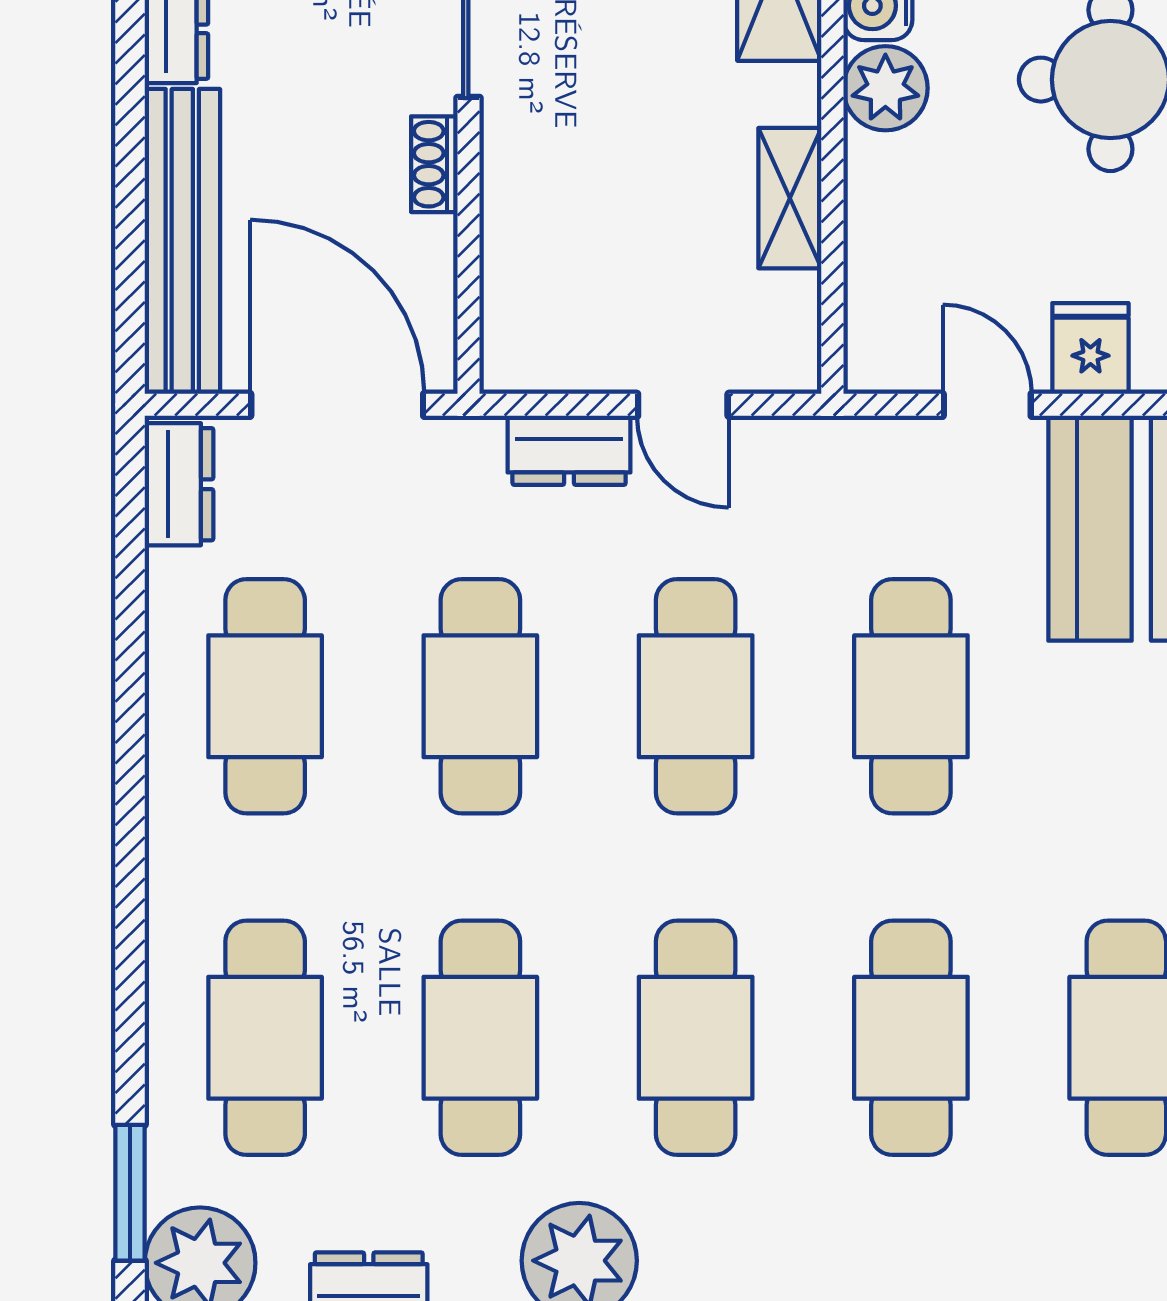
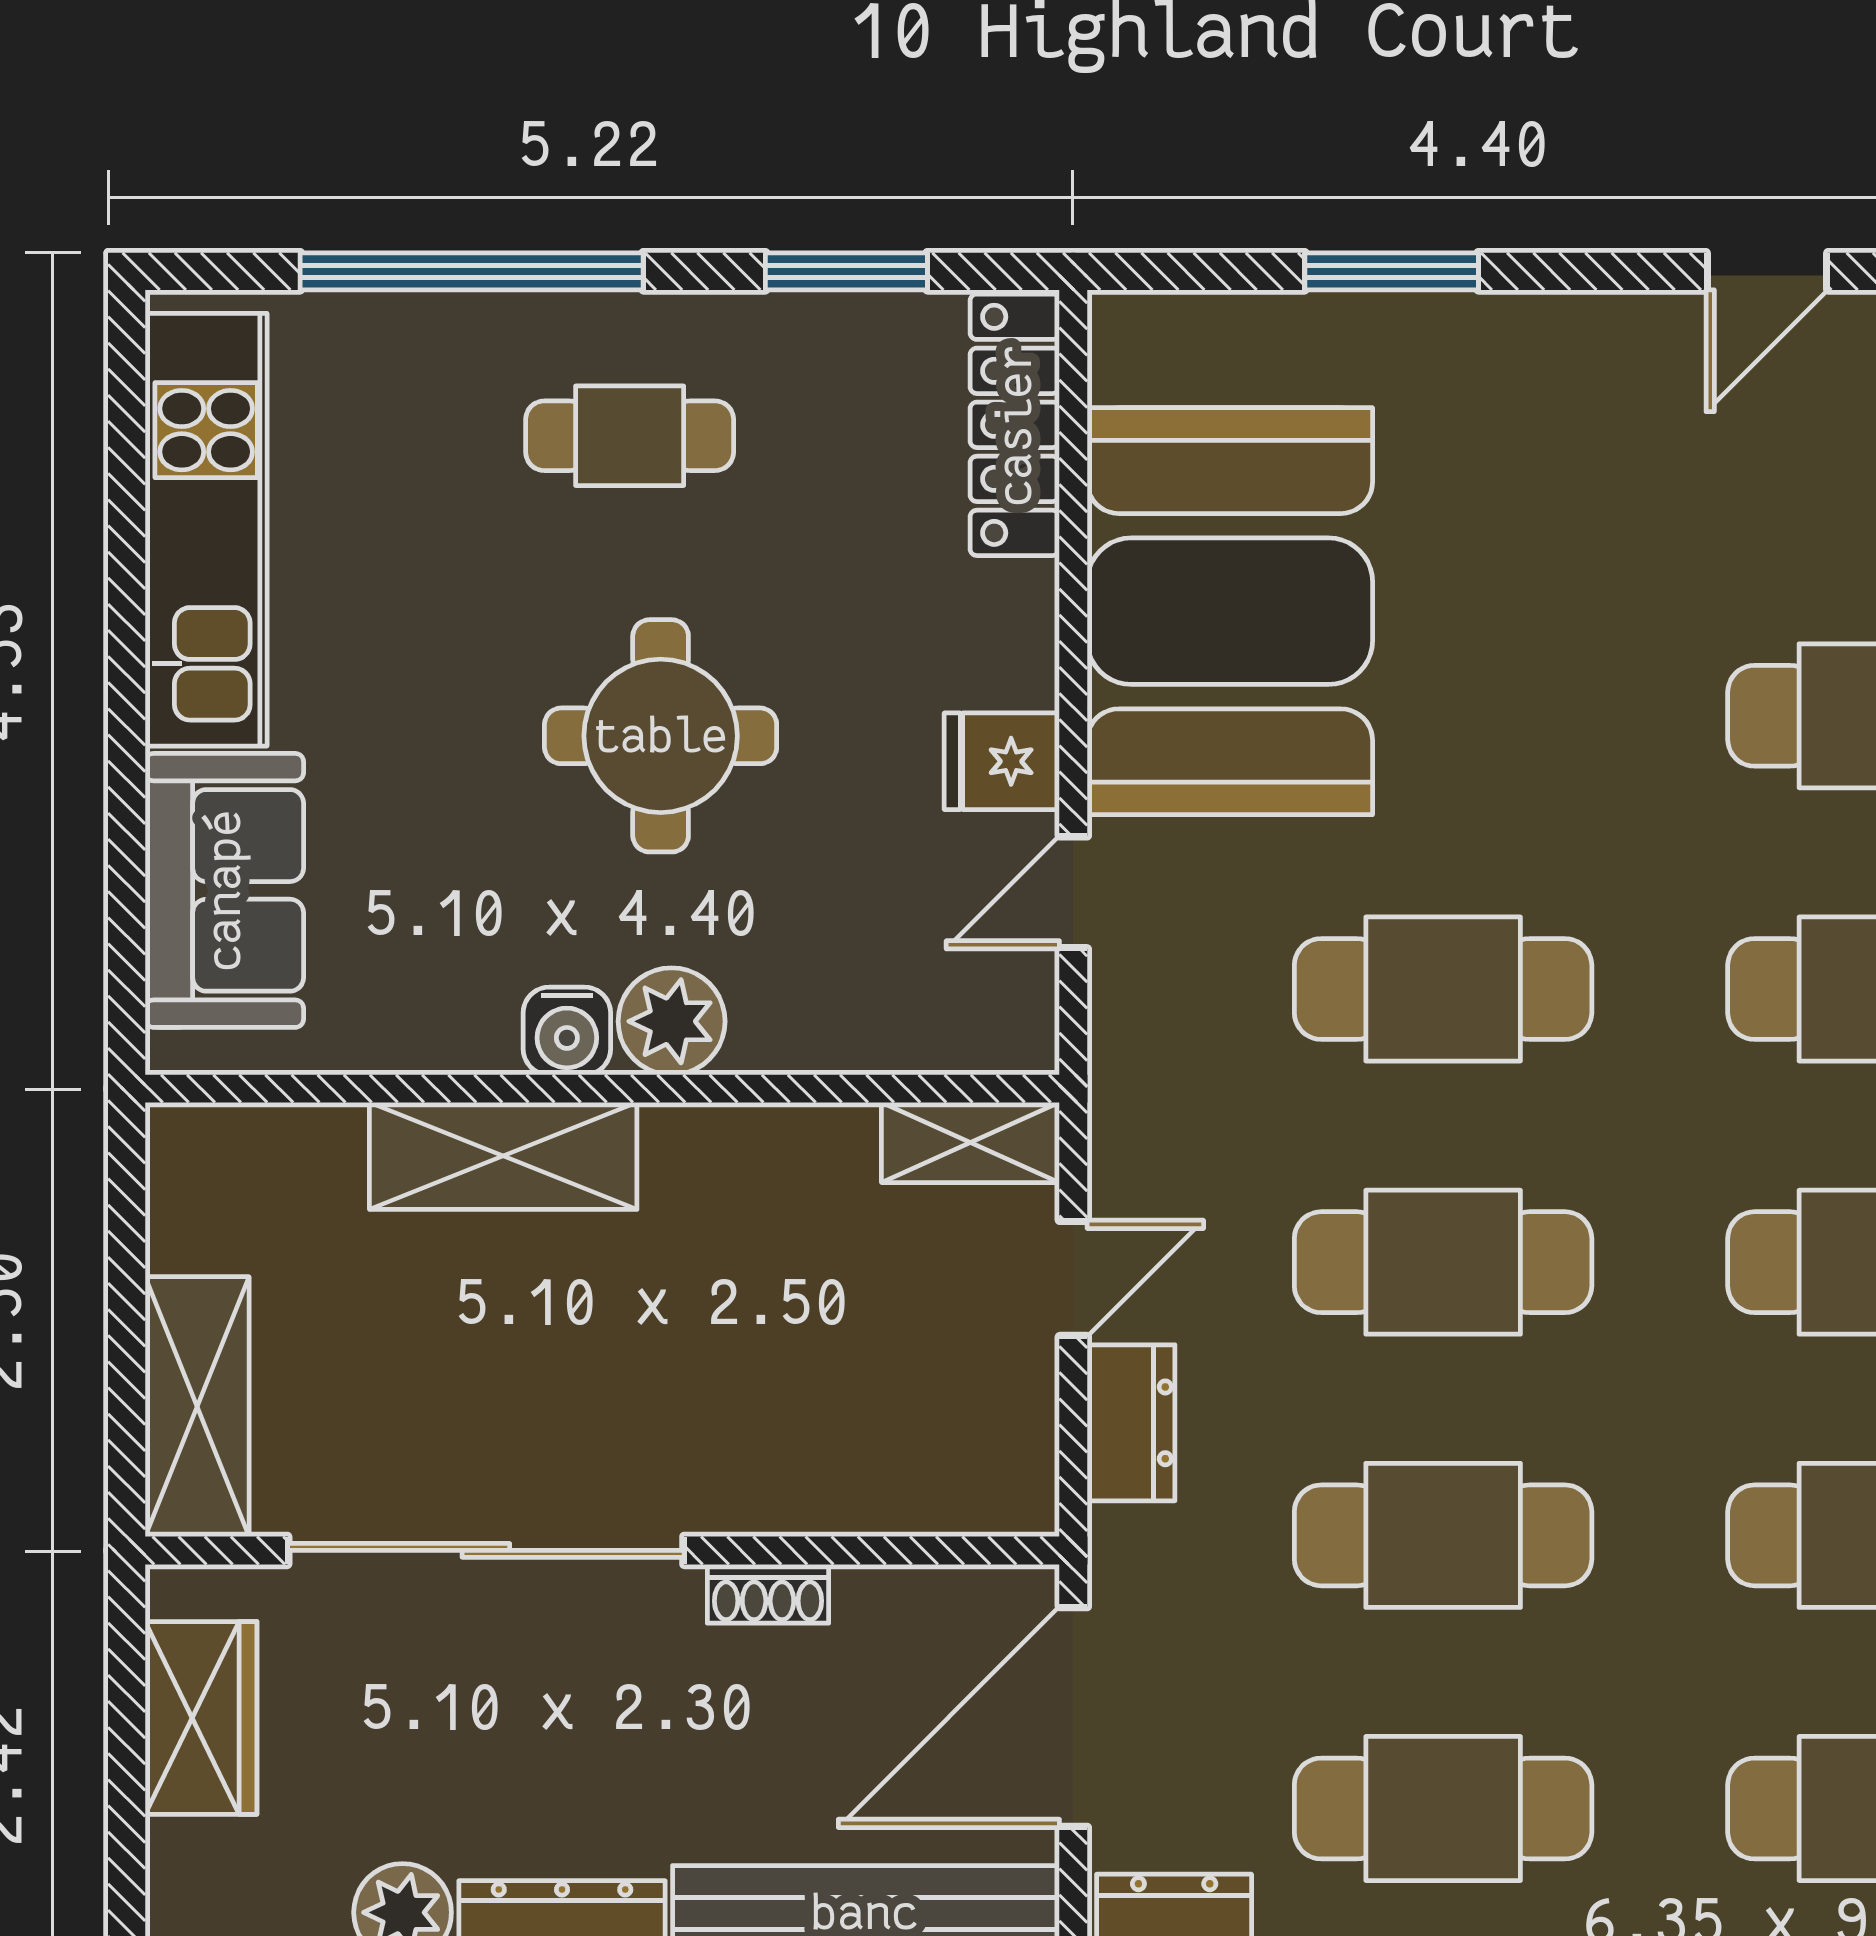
shelving: (790, 198) -> (970, 1143), moved

